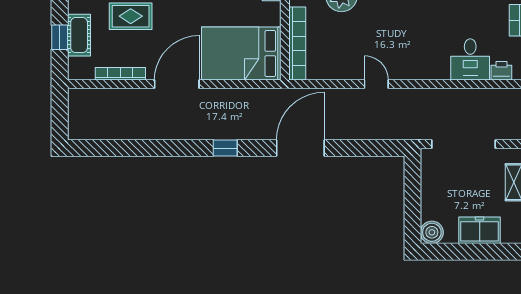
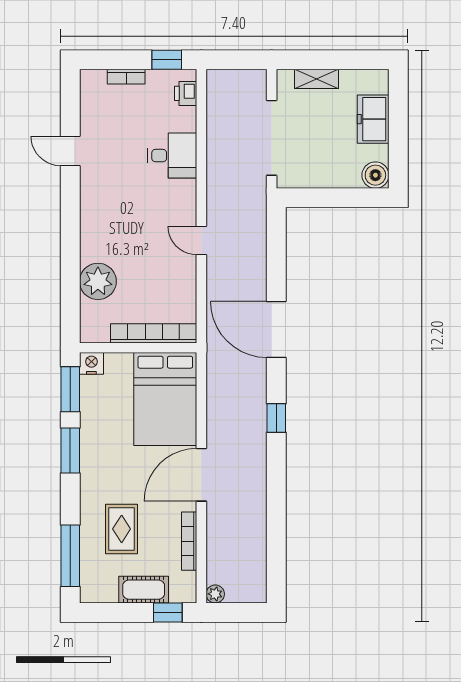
window: (60, 37) -> (168, 612), moved
desk: (470, 59) -> (172, 156), moved
door: (177, 84) -> (201, 475), hinge flipped
door: (376, 84) -> (201, 240), hinge flipped
plant: (75, 96) -> (215, 594), added

